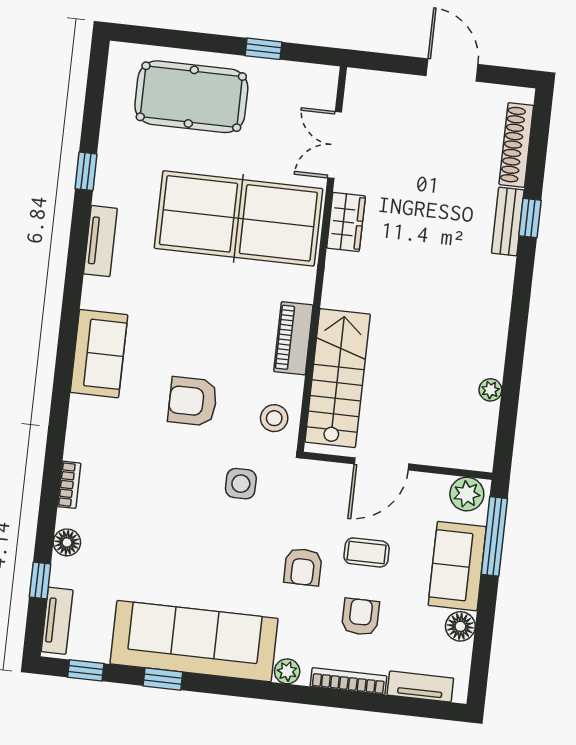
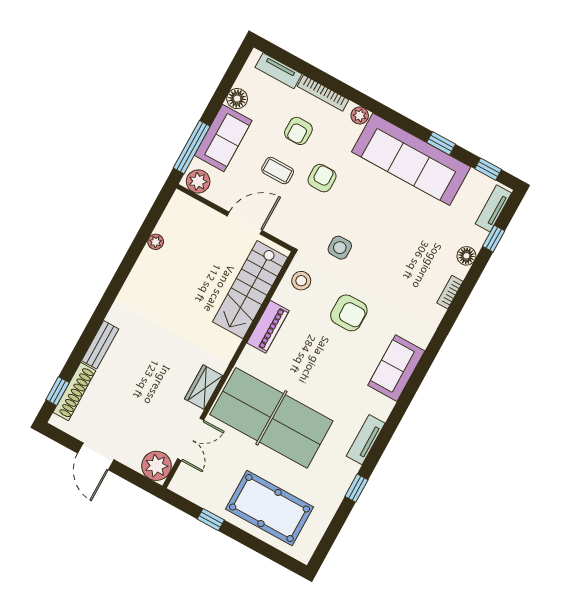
plant: (366, 91) -> (156, 466), added
window: (530, 218) -> (58, 391), moved

